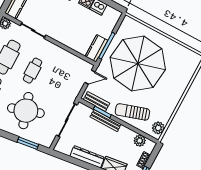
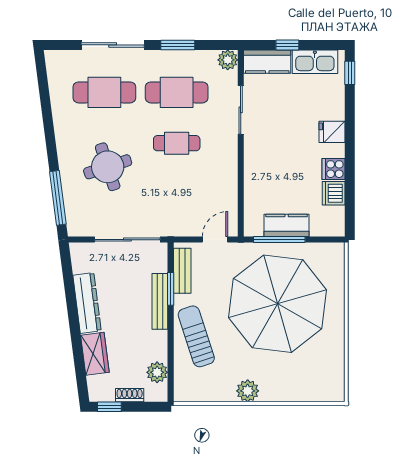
kitchen counter: (96, 48) -> (287, 225), moved
door: (90, 77) -> (215, 240), swing flipped
round table: (26, 111) -> (108, 167), width x0.73, depth x0.73
plant: (158, 128) -> (248, 391), moved
window: (28, 143) -> (58, 198), width x1.44

